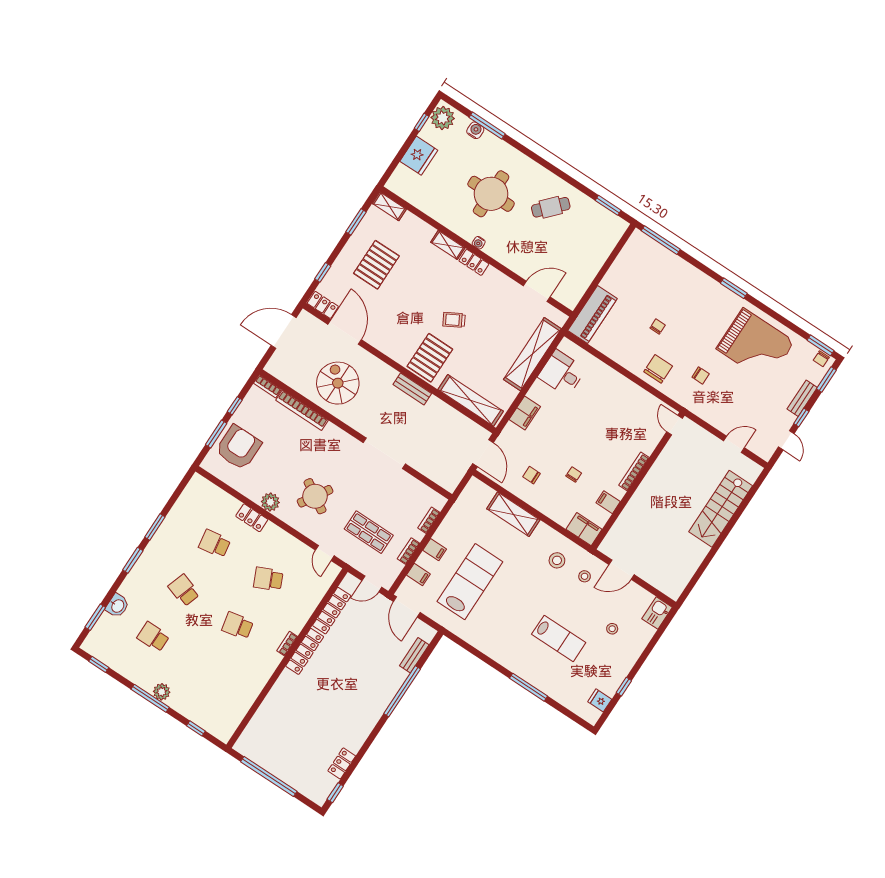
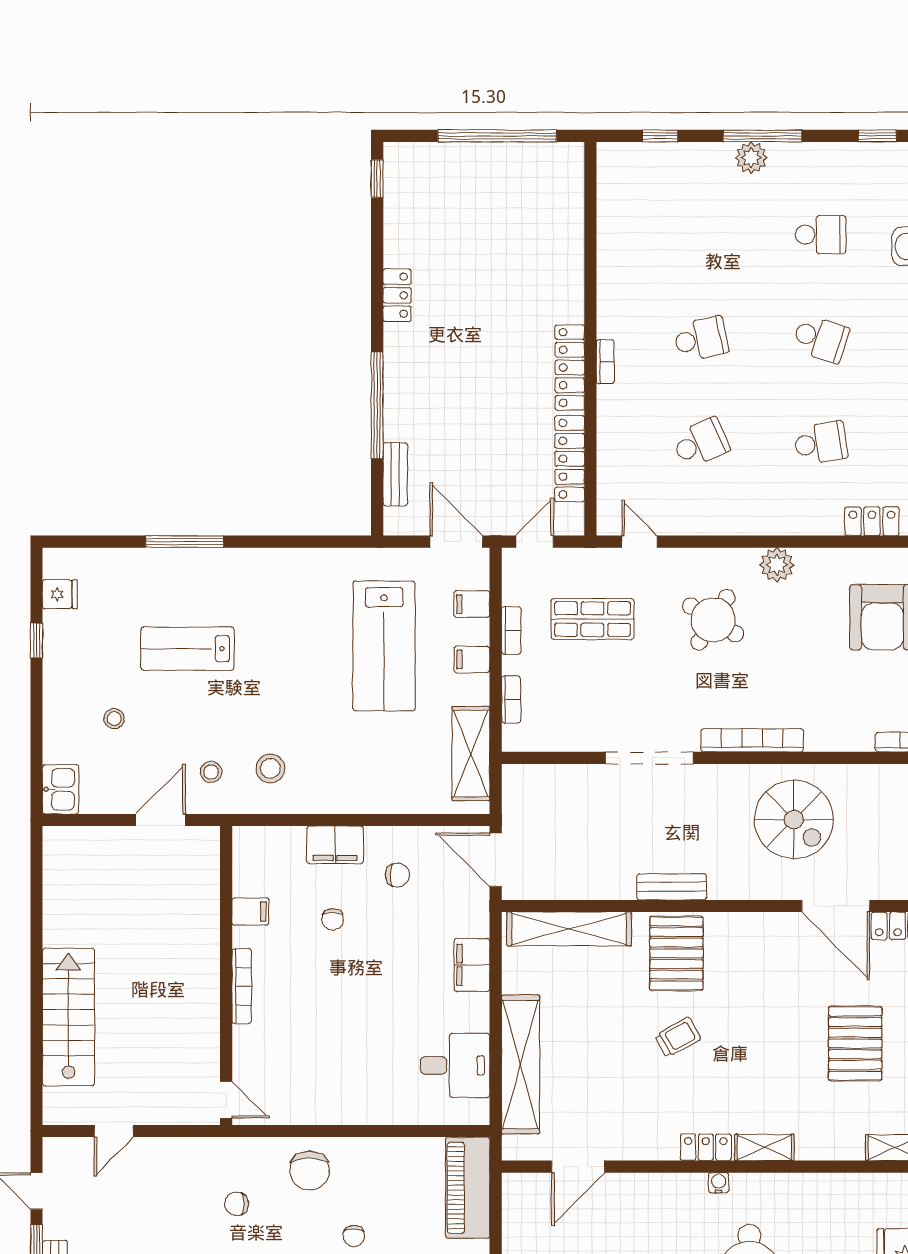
bookcase: (302, 410) -> (752, 740), moved
shelving: (513, 514) -> (471, 753), moved, turned 90
locker: (252, 518) -> (872, 521), moved
filing cabinet: (584, 529) -> (335, 845), moved
locker: (342, 763) -> (397, 295), moved

